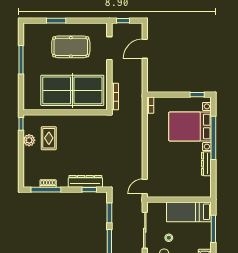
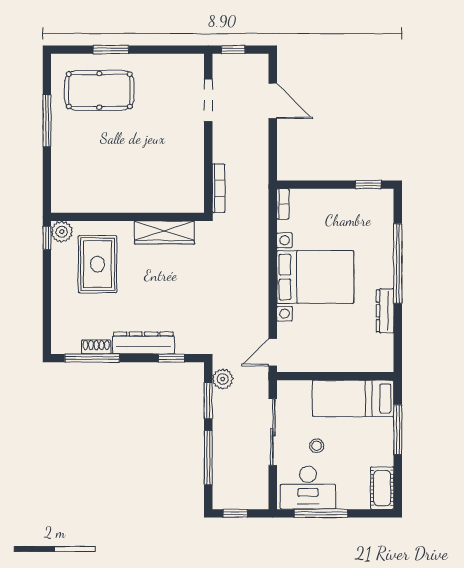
pool table: (71, 47) -> (99, 90), moved
door: (145, 49) -> (273, 101), swing flipped
table tennis table: (72, 90) -> (141, 177), removed
wardrobe: (85, 121) -> (164, 233), added
bed with nightstands: (190, 126) -> (315, 277), moved, turned 180
rug: (49, 138) -> (98, 264), width x1.36, depth x1.43
plant: (29, 140) -> (62, 232), moved
dresser: (85, 181) -> (143, 343), moved
plant: (117, 201) -> (223, 379), added

